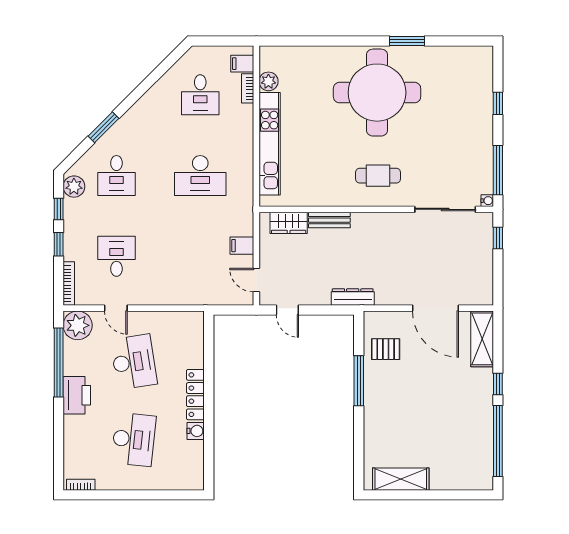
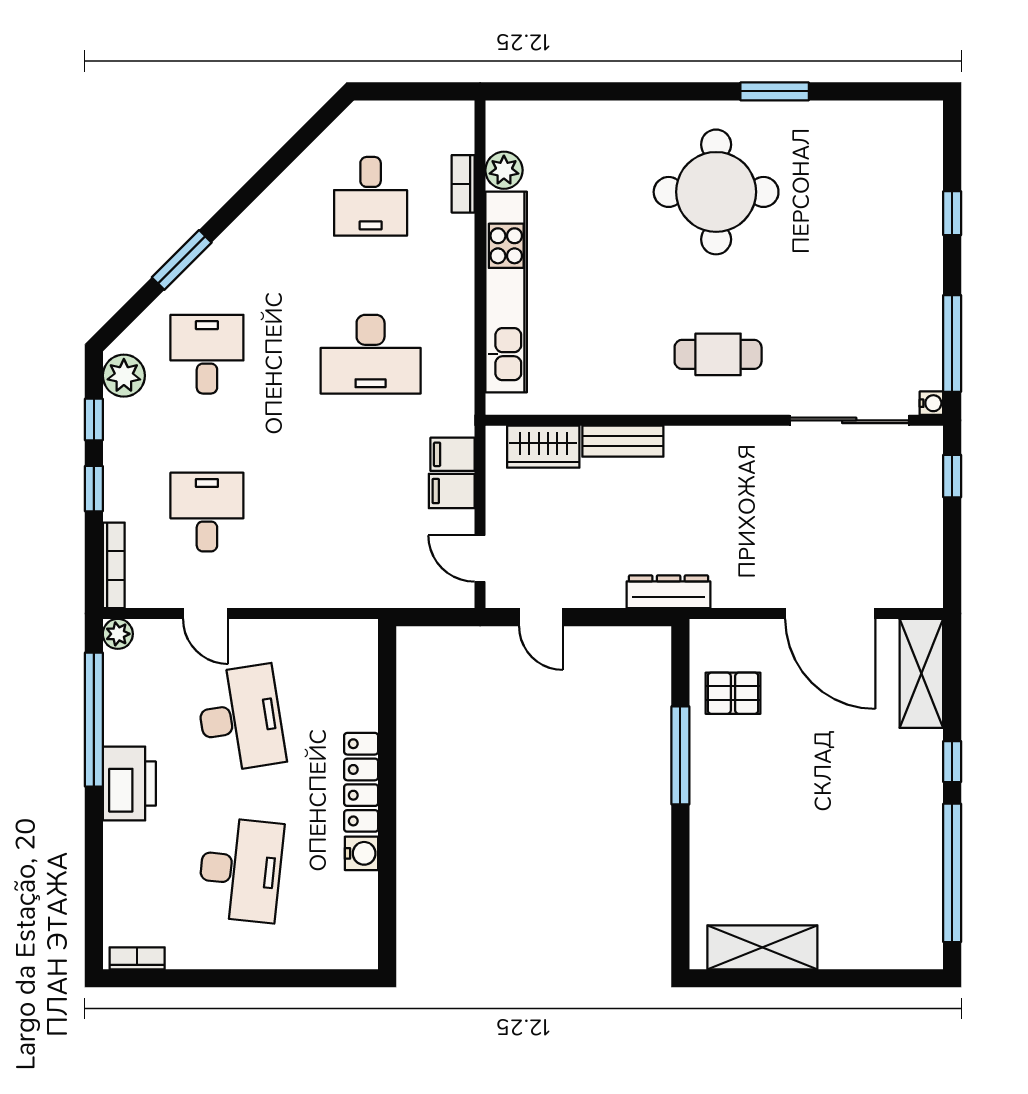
filing cabinet: (242, 64) -> (453, 454), moved
round table: (377, 93) -> (716, 192), width x0.73, depth x0.73
desk: (116, 176) -> (207, 354), turned 180
plant: (78, 325) -> (118, 634), width x0.53, depth x0.53

